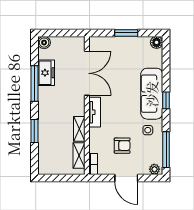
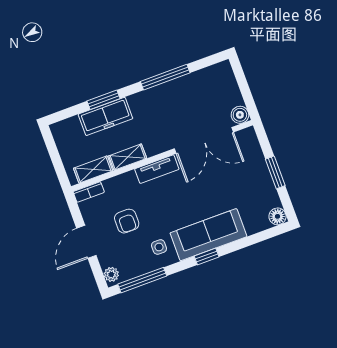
boiler: (44, 43) -> (240, 115), moved
freezer: (46, 73) -> (105, 116), moved, width x1.40

